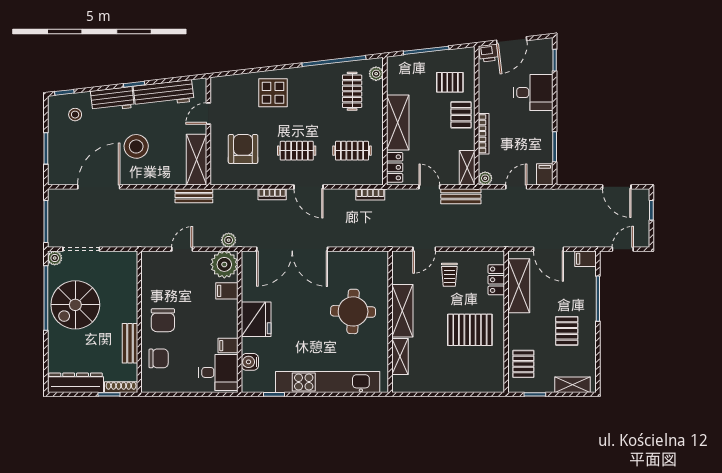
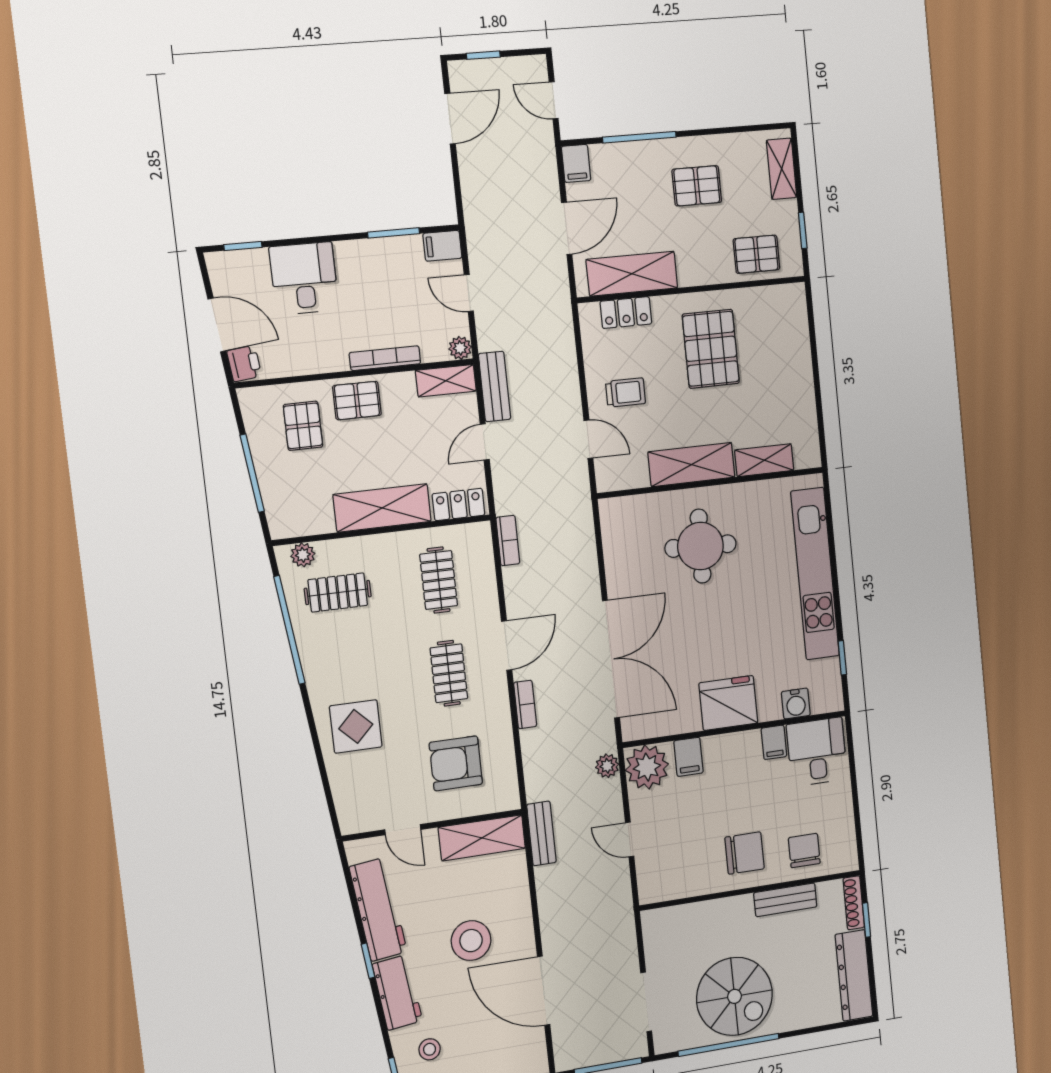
plant: (55, 258) -> (665, 1042), removed

